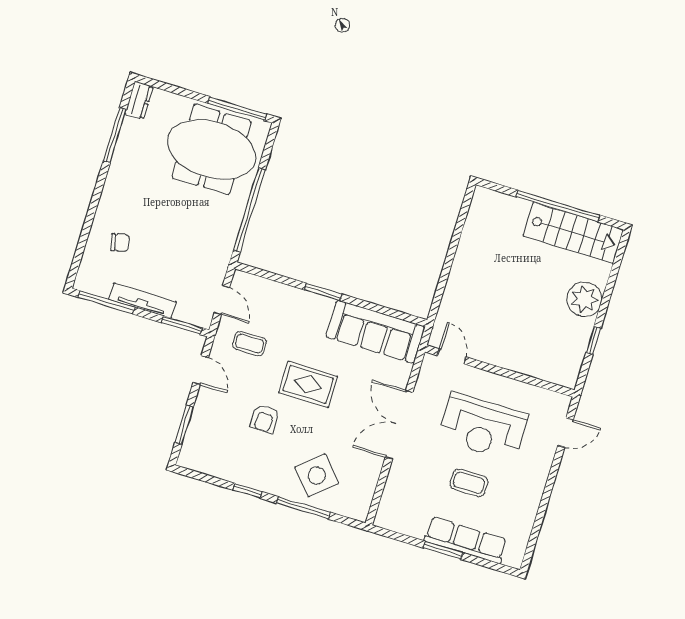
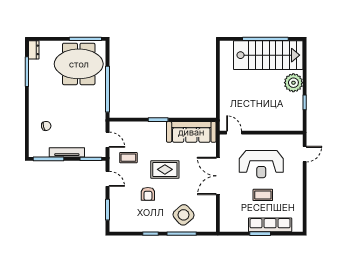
stairs: (573, 233) -> (268, 55), width x1.36, depth x1.51

